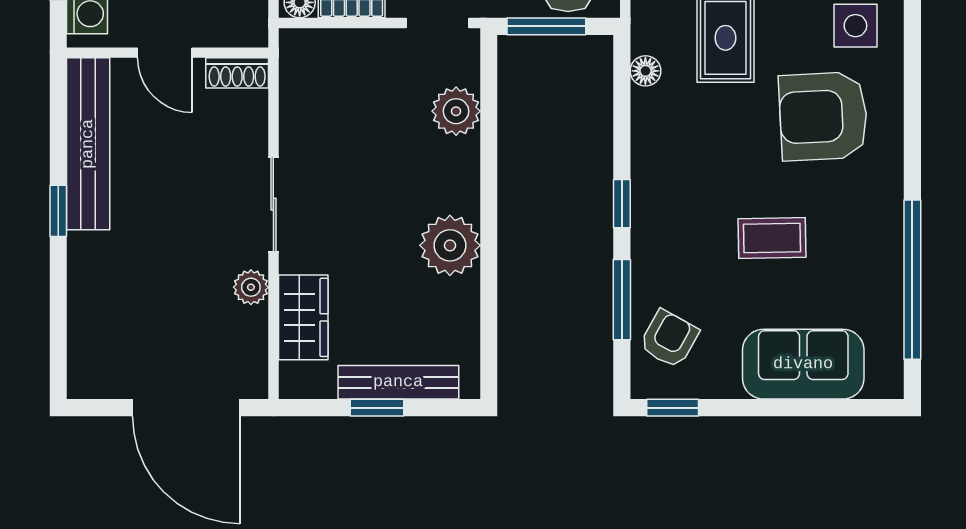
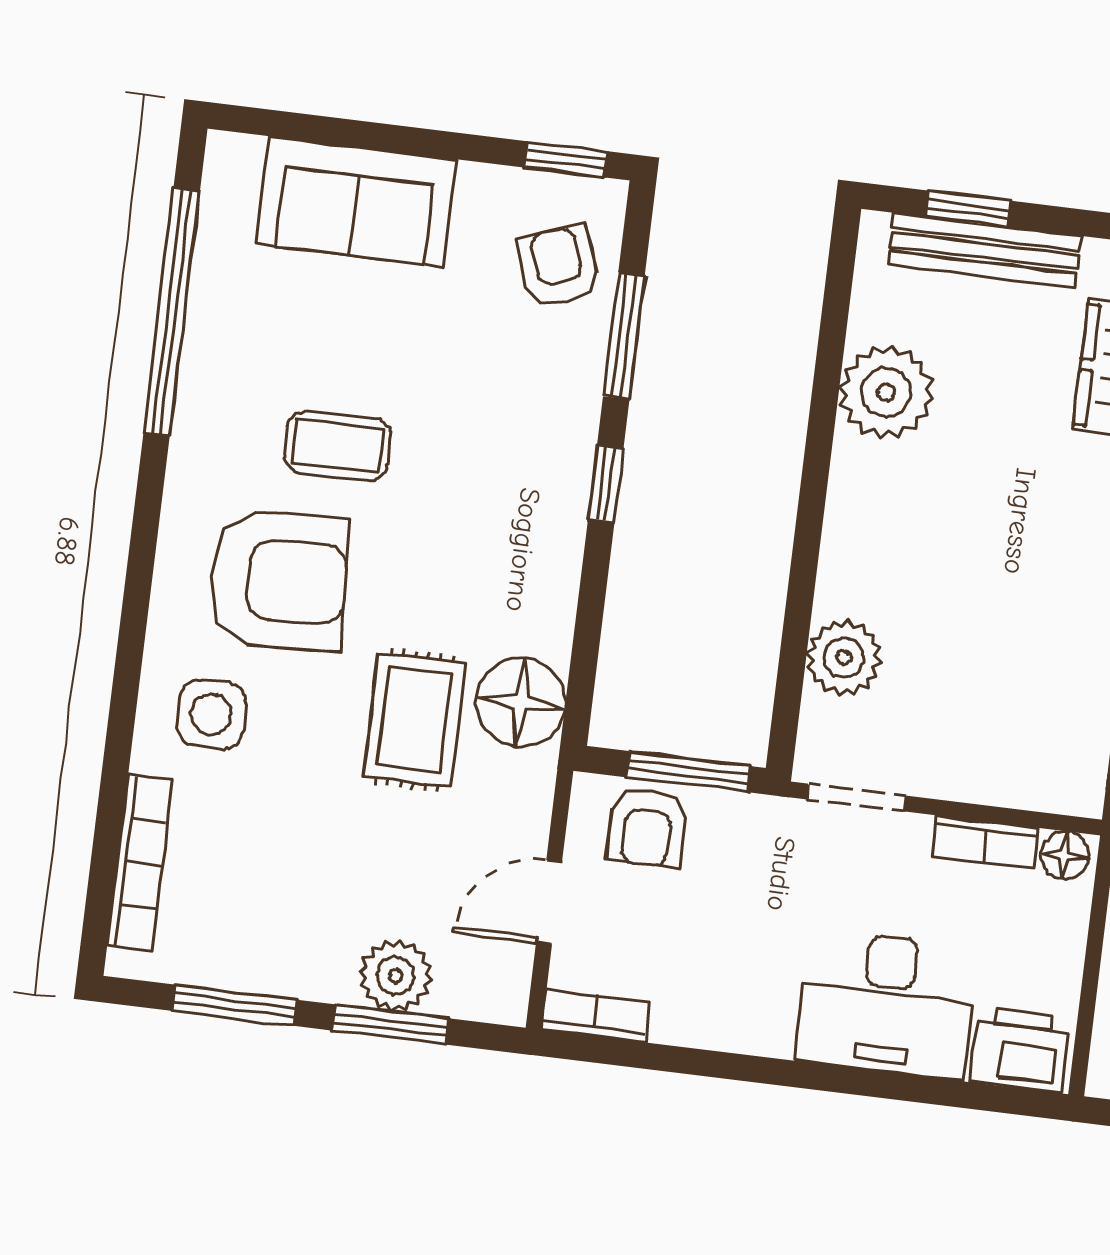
floor lamp: (645, 71) -> (521, 702), width x1.89, depth x1.89
coffee table: (772, 238) -> (338, 446), moved
plant: (450, 245) -> (886, 392), moved
armchair: (669, 339) -> (558, 266), turned 131
window: (377, 408) -> (968, 209), moved

